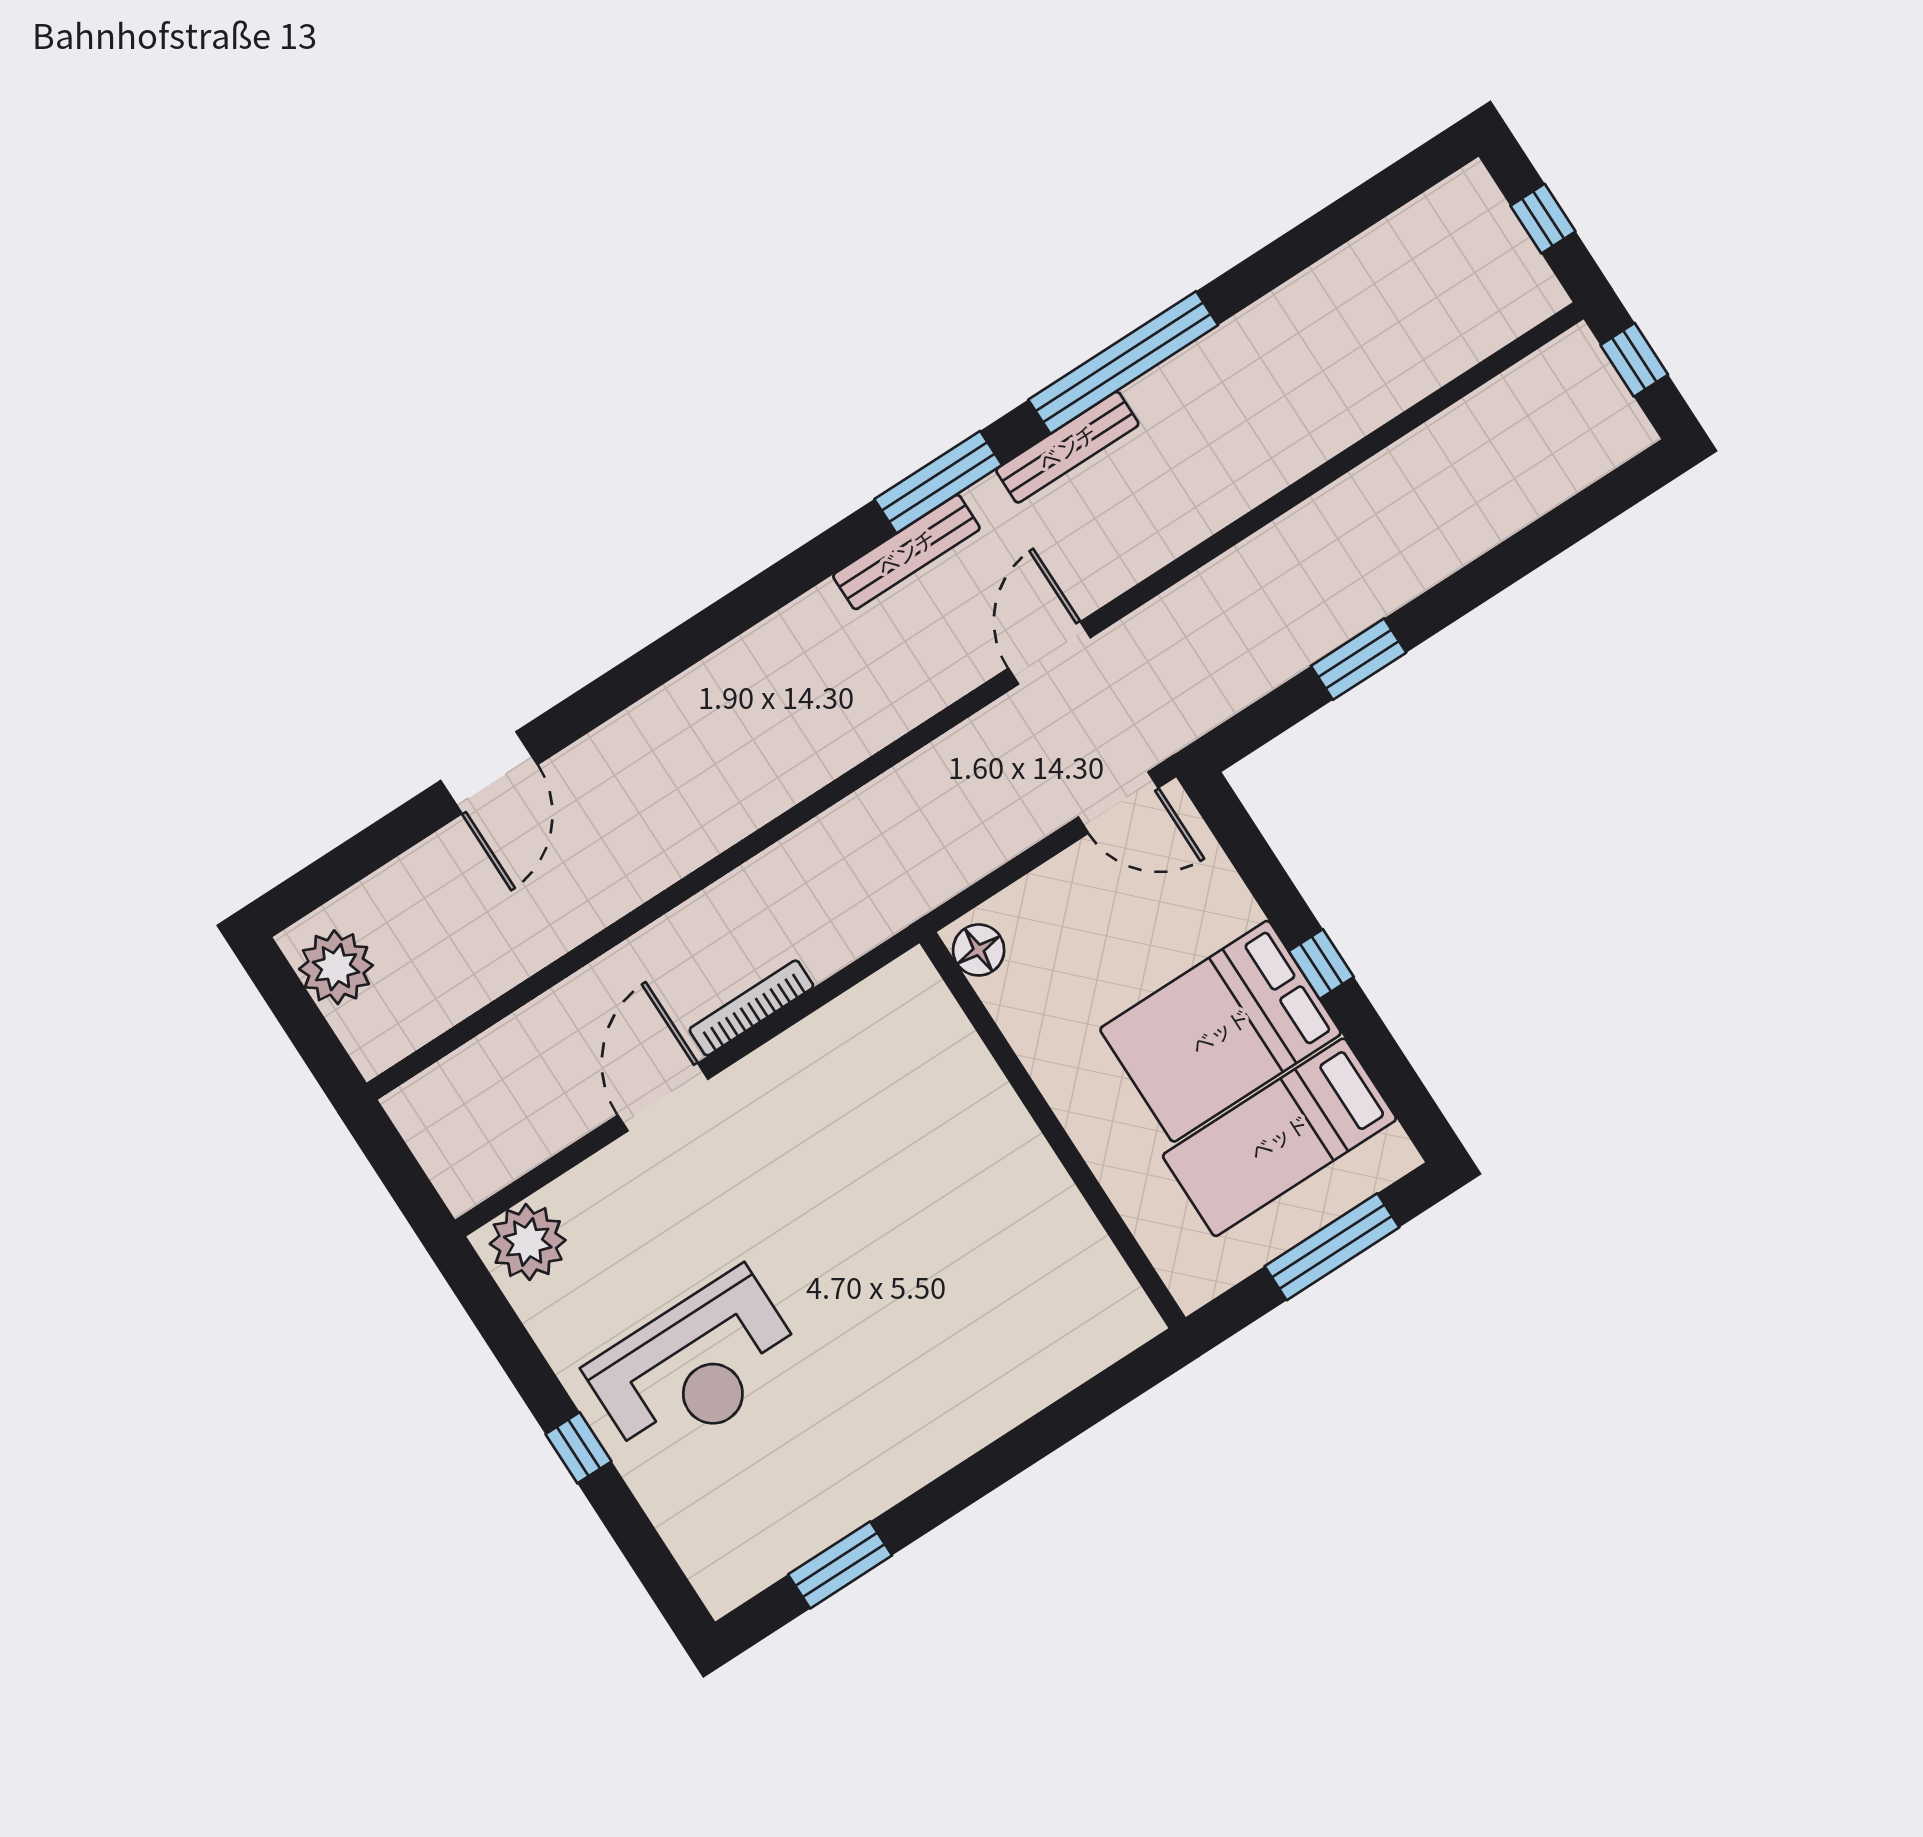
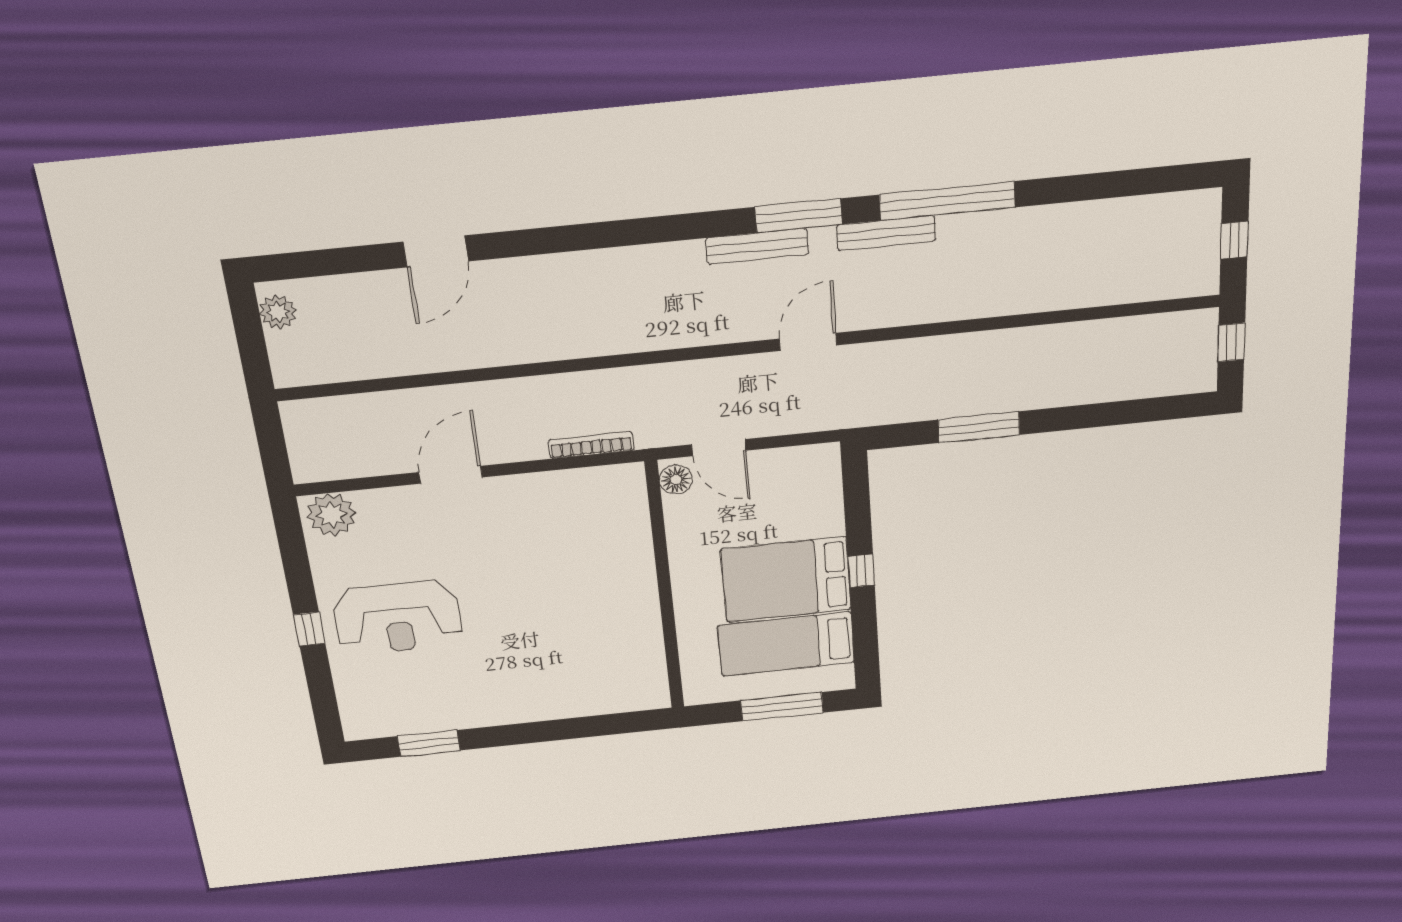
window: (1359, 659) -> (979, 427), width x1.44
door: (1118, 803) -> (719, 448), moved
plant: (336, 967) -> (278, 312), width x0.73, depth x0.73
bookcase: (751, 1008) -> (591, 445), moved

